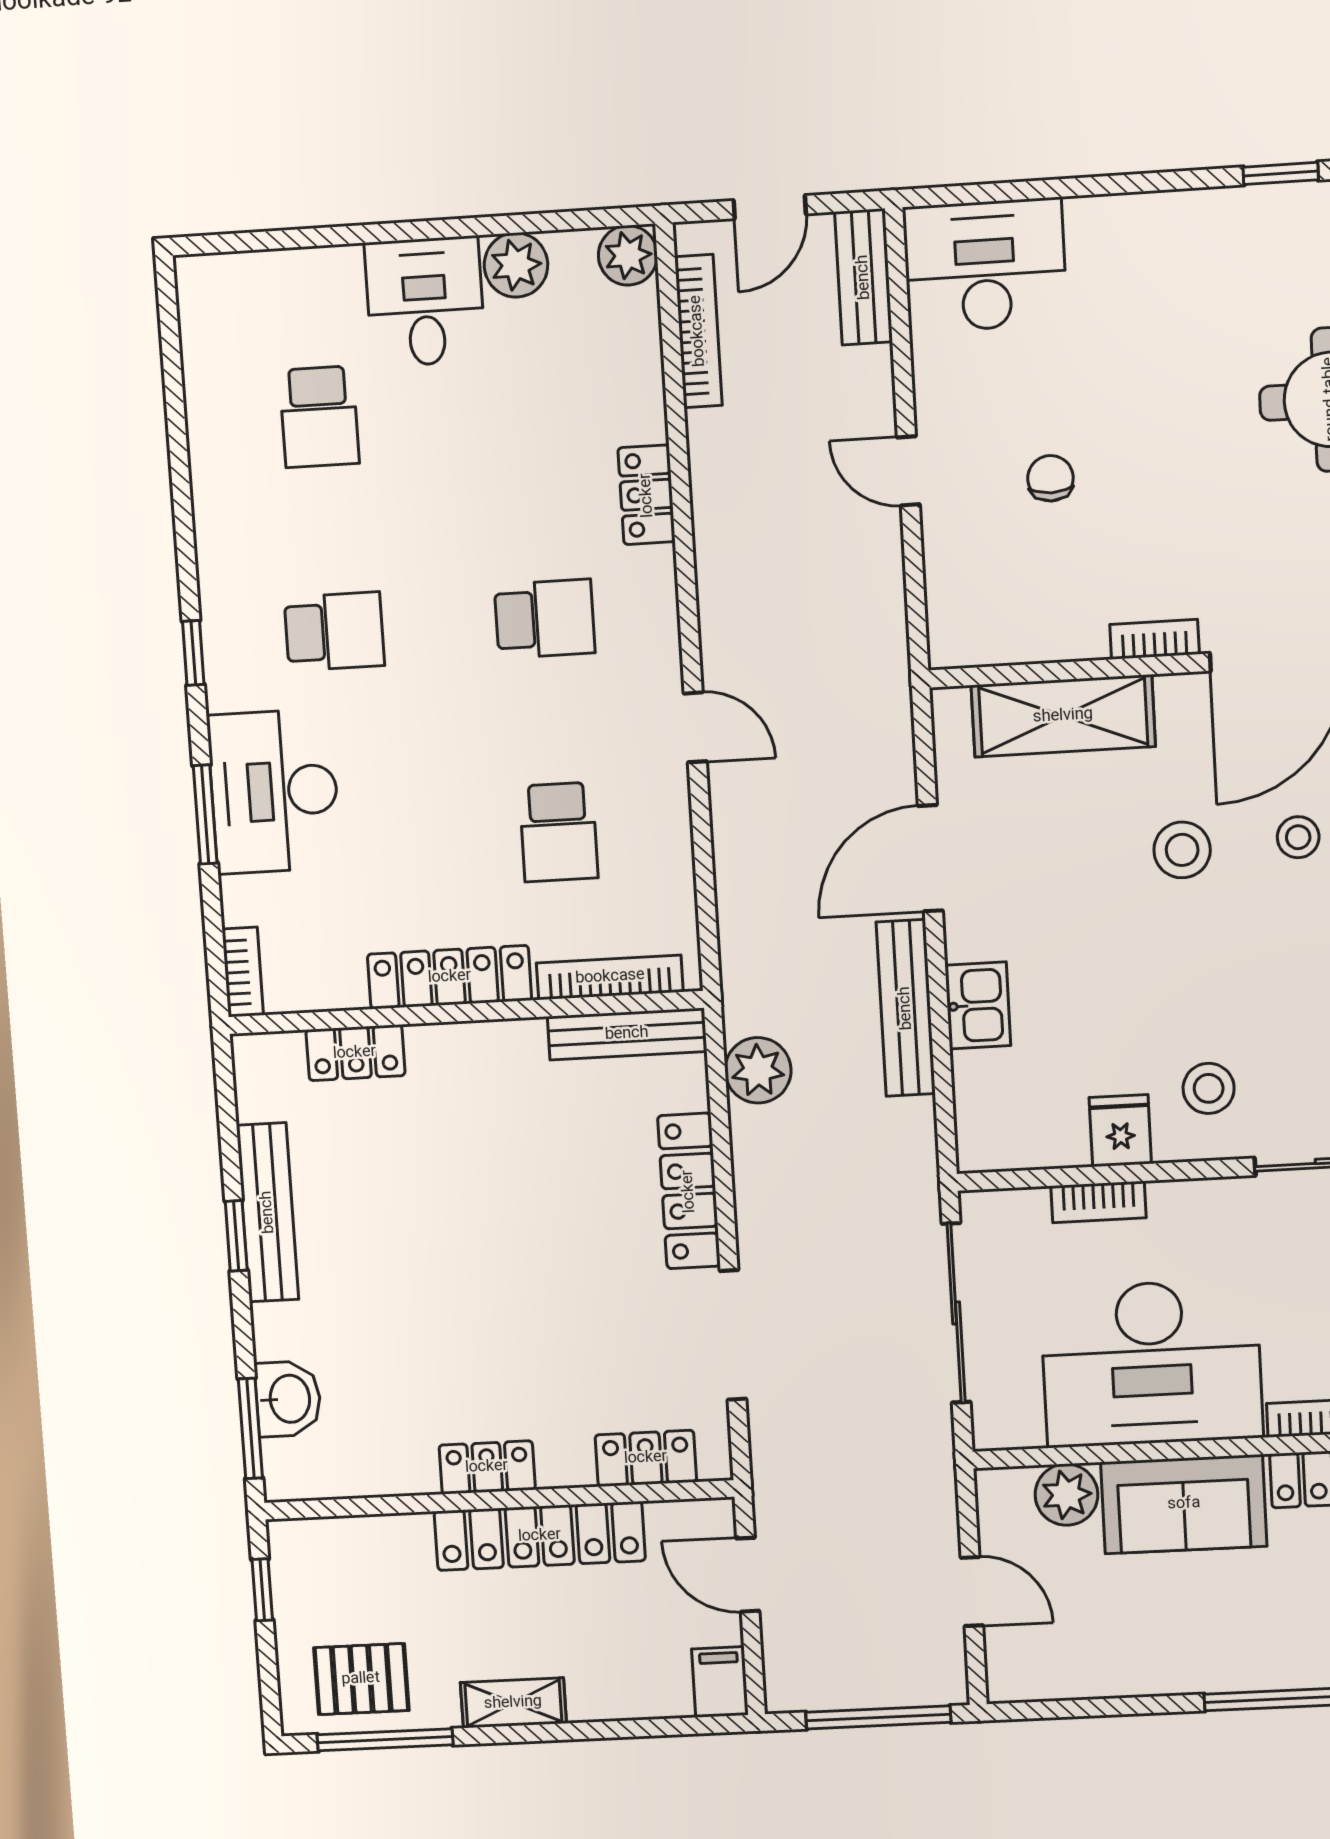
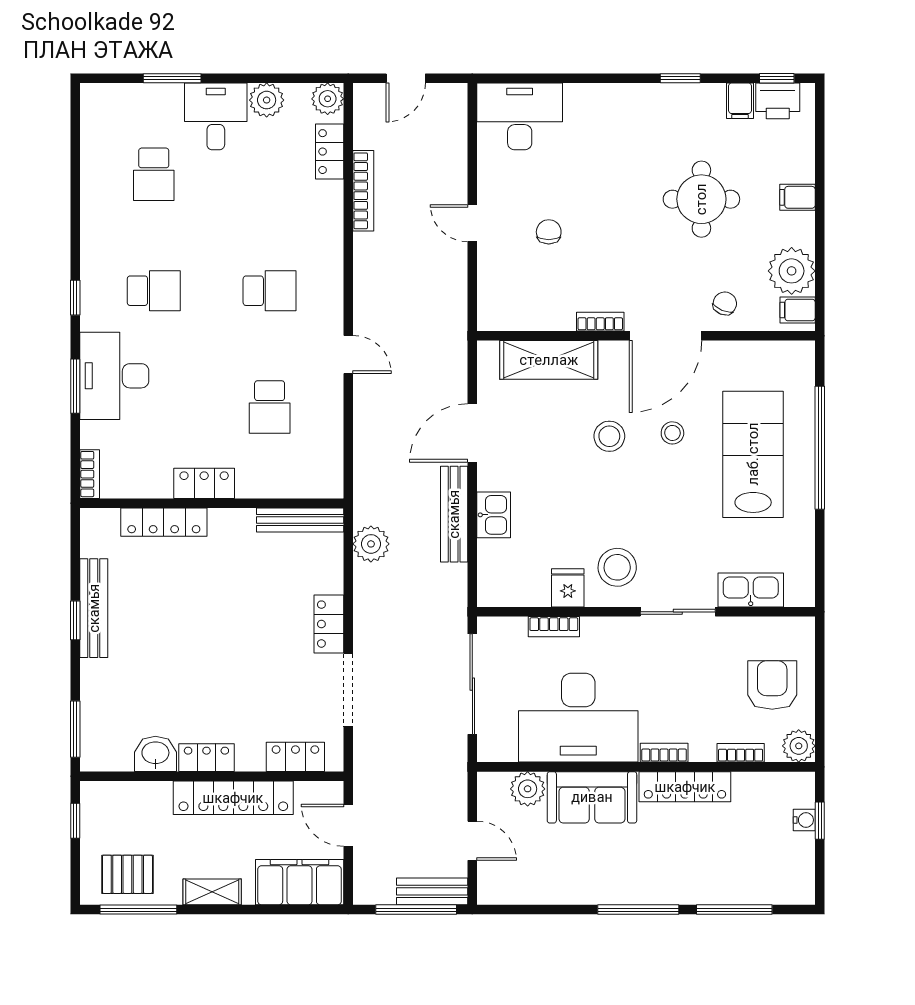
window: (340, 235) -> (172, 78), added
bench: (864, 277) -> (432, 891), moved, turned 90
bookcase: (698, 331) -> (363, 191), moved
locker: (647, 495) -> (330, 152), moved
locker: (450, 977) -> (204, 483), width x0.66
bookcase: (610, 977) -> (293, 488), removed
locker: (355, 1053) -> (164, 522), width x1.53
stool: (1209, 1088) -> (617, 567), width x1.38, depth x1.38
locker: (689, 1191) -> (329, 624), width x0.66
washbasin: (288, 1399) -> (155, 754), moved, turned -90
filing cabinet: (720, 1682) -> (300, 882), width x3.00, depth x1.17

